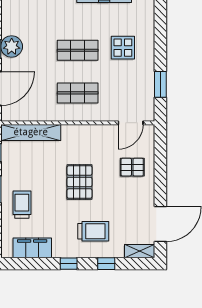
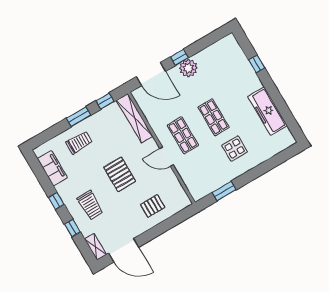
door: (131, 123) -> (167, 157), moved
pallet: (132, 167) -> (153, 206), turned 90
pallet: (80, 182) -> (120, 174), turned 90

